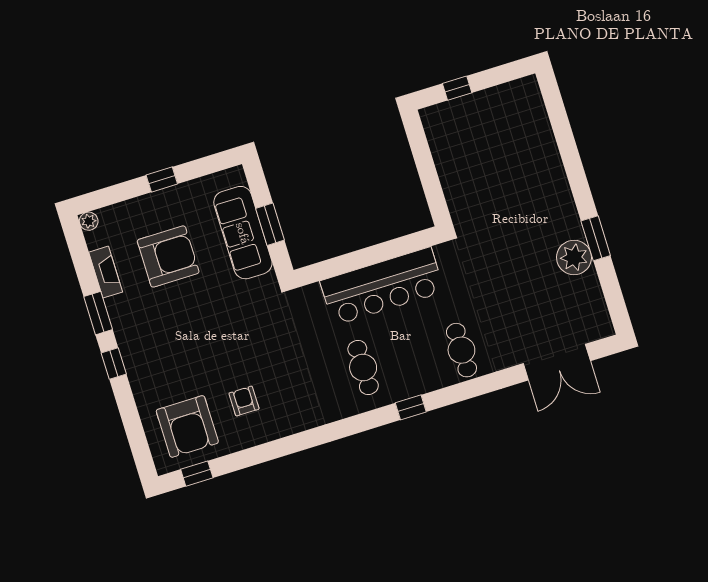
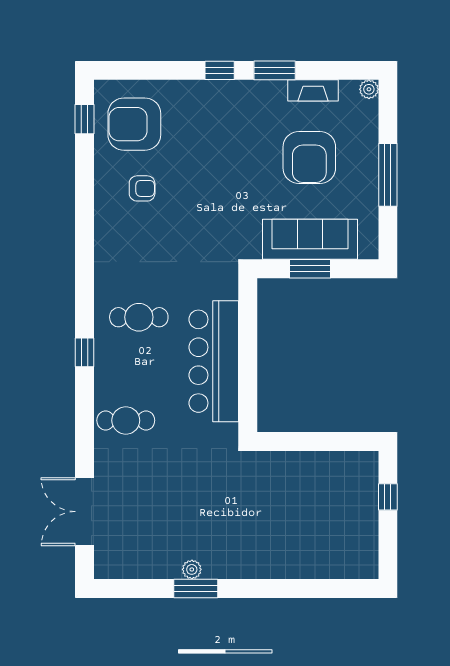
window: (162, 180) -> (388, 175), width x2.17
plant: (574, 257) -> (192, 569), width x0.53, depth x0.53

